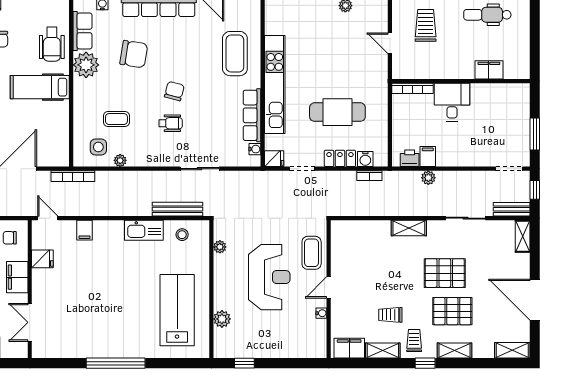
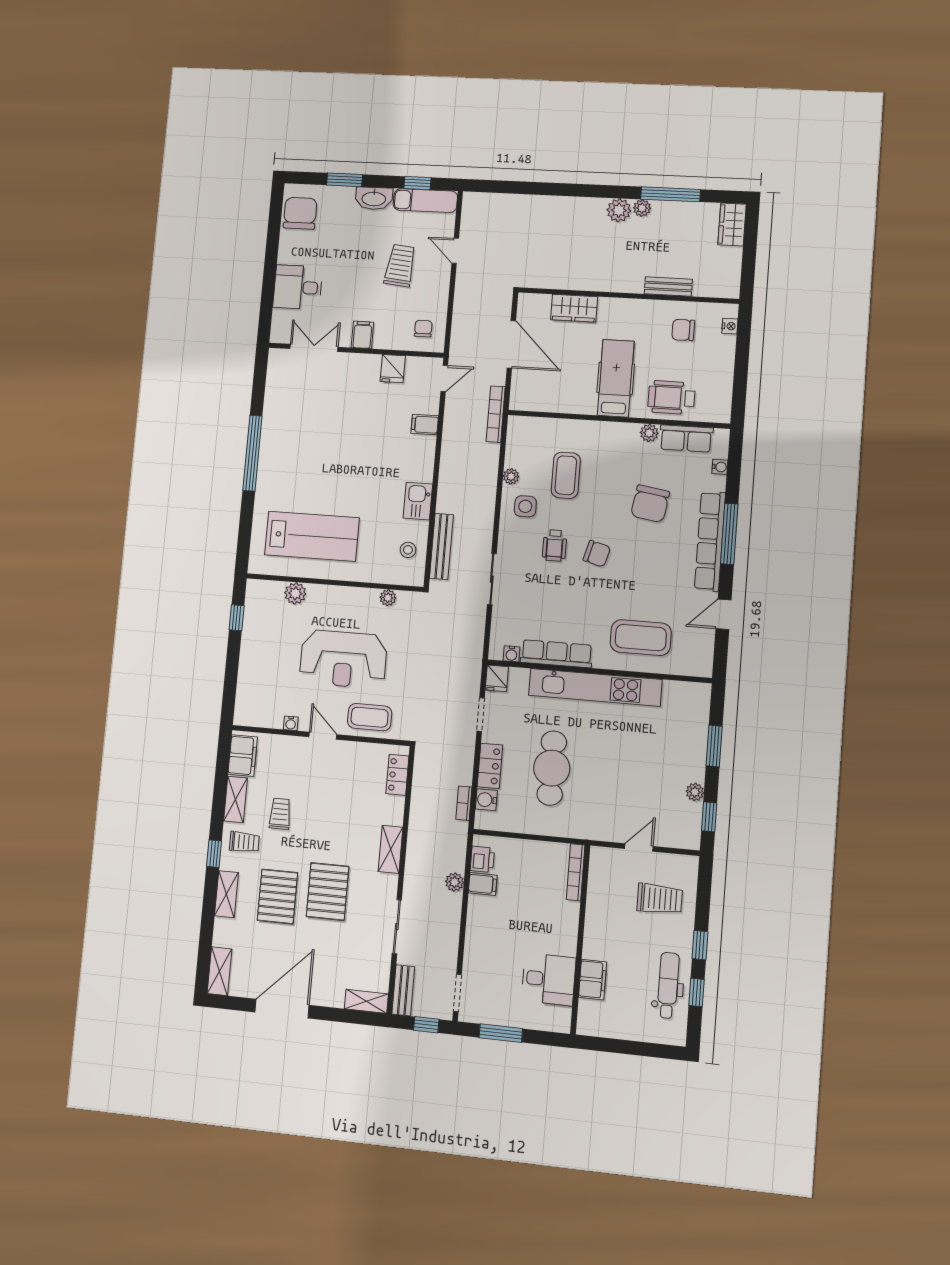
plant: (86, 65) -> (649, 433), width x0.53, depth x0.53
desk: (452, 102) -> (549, 979), moved
coffee table: (116, 119) -> (566, 475), width x1.36, depth x1.30
side table: (98, 147) -> (525, 506), moved
locker: (353, 228) -> (397, 775), added
kitchen sink: (144, 230) -> (418, 501), width x0.73
filing cabinet: (17, 277) -> (362, 335), width x0.50

